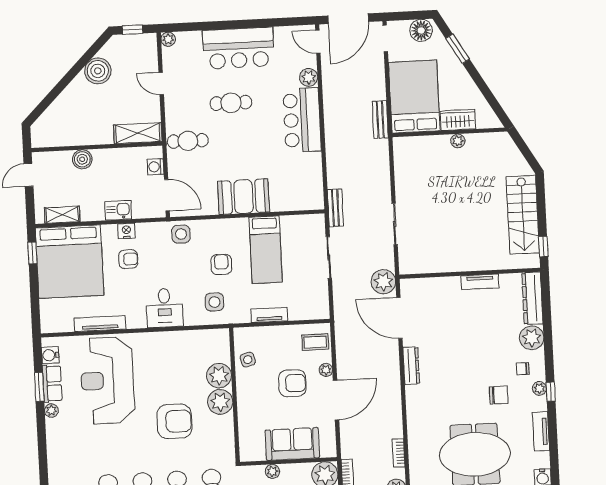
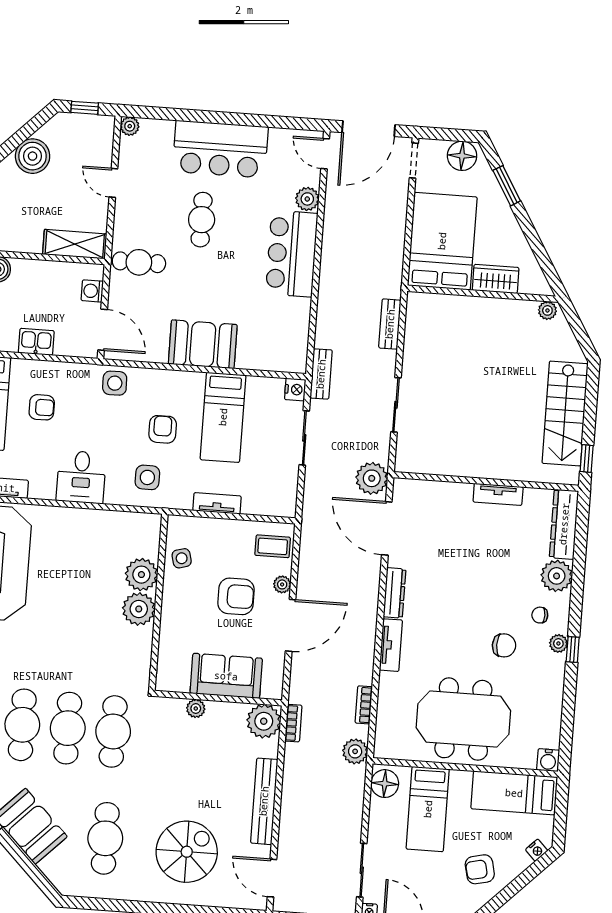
cafe table: (231, 103) -> (202, 220), turned 90
bench: (380, 120) -> (390, 324), moved
plant: (458, 141) -> (547, 310), moved
nightstand: (126, 231) -> (295, 389), moved, turned 90
armchair: (174, 421) -> (76, 627), removed
tv unit: (541, 431) -> (391, 645), moved, turned 180

